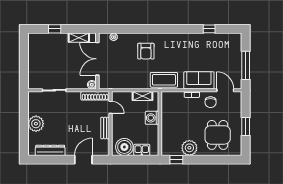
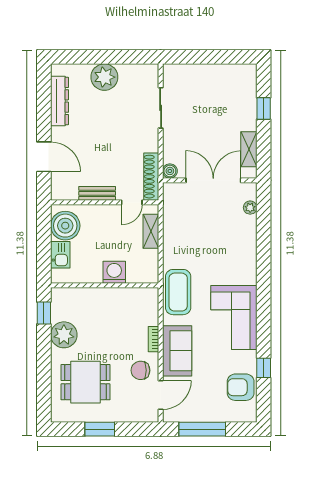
corner sofa: (179, 47) -> (234, 318), added
armchair: (146, 51) -> (241, 387), moved
shelving: (143, 96) -> (151, 231), moved

